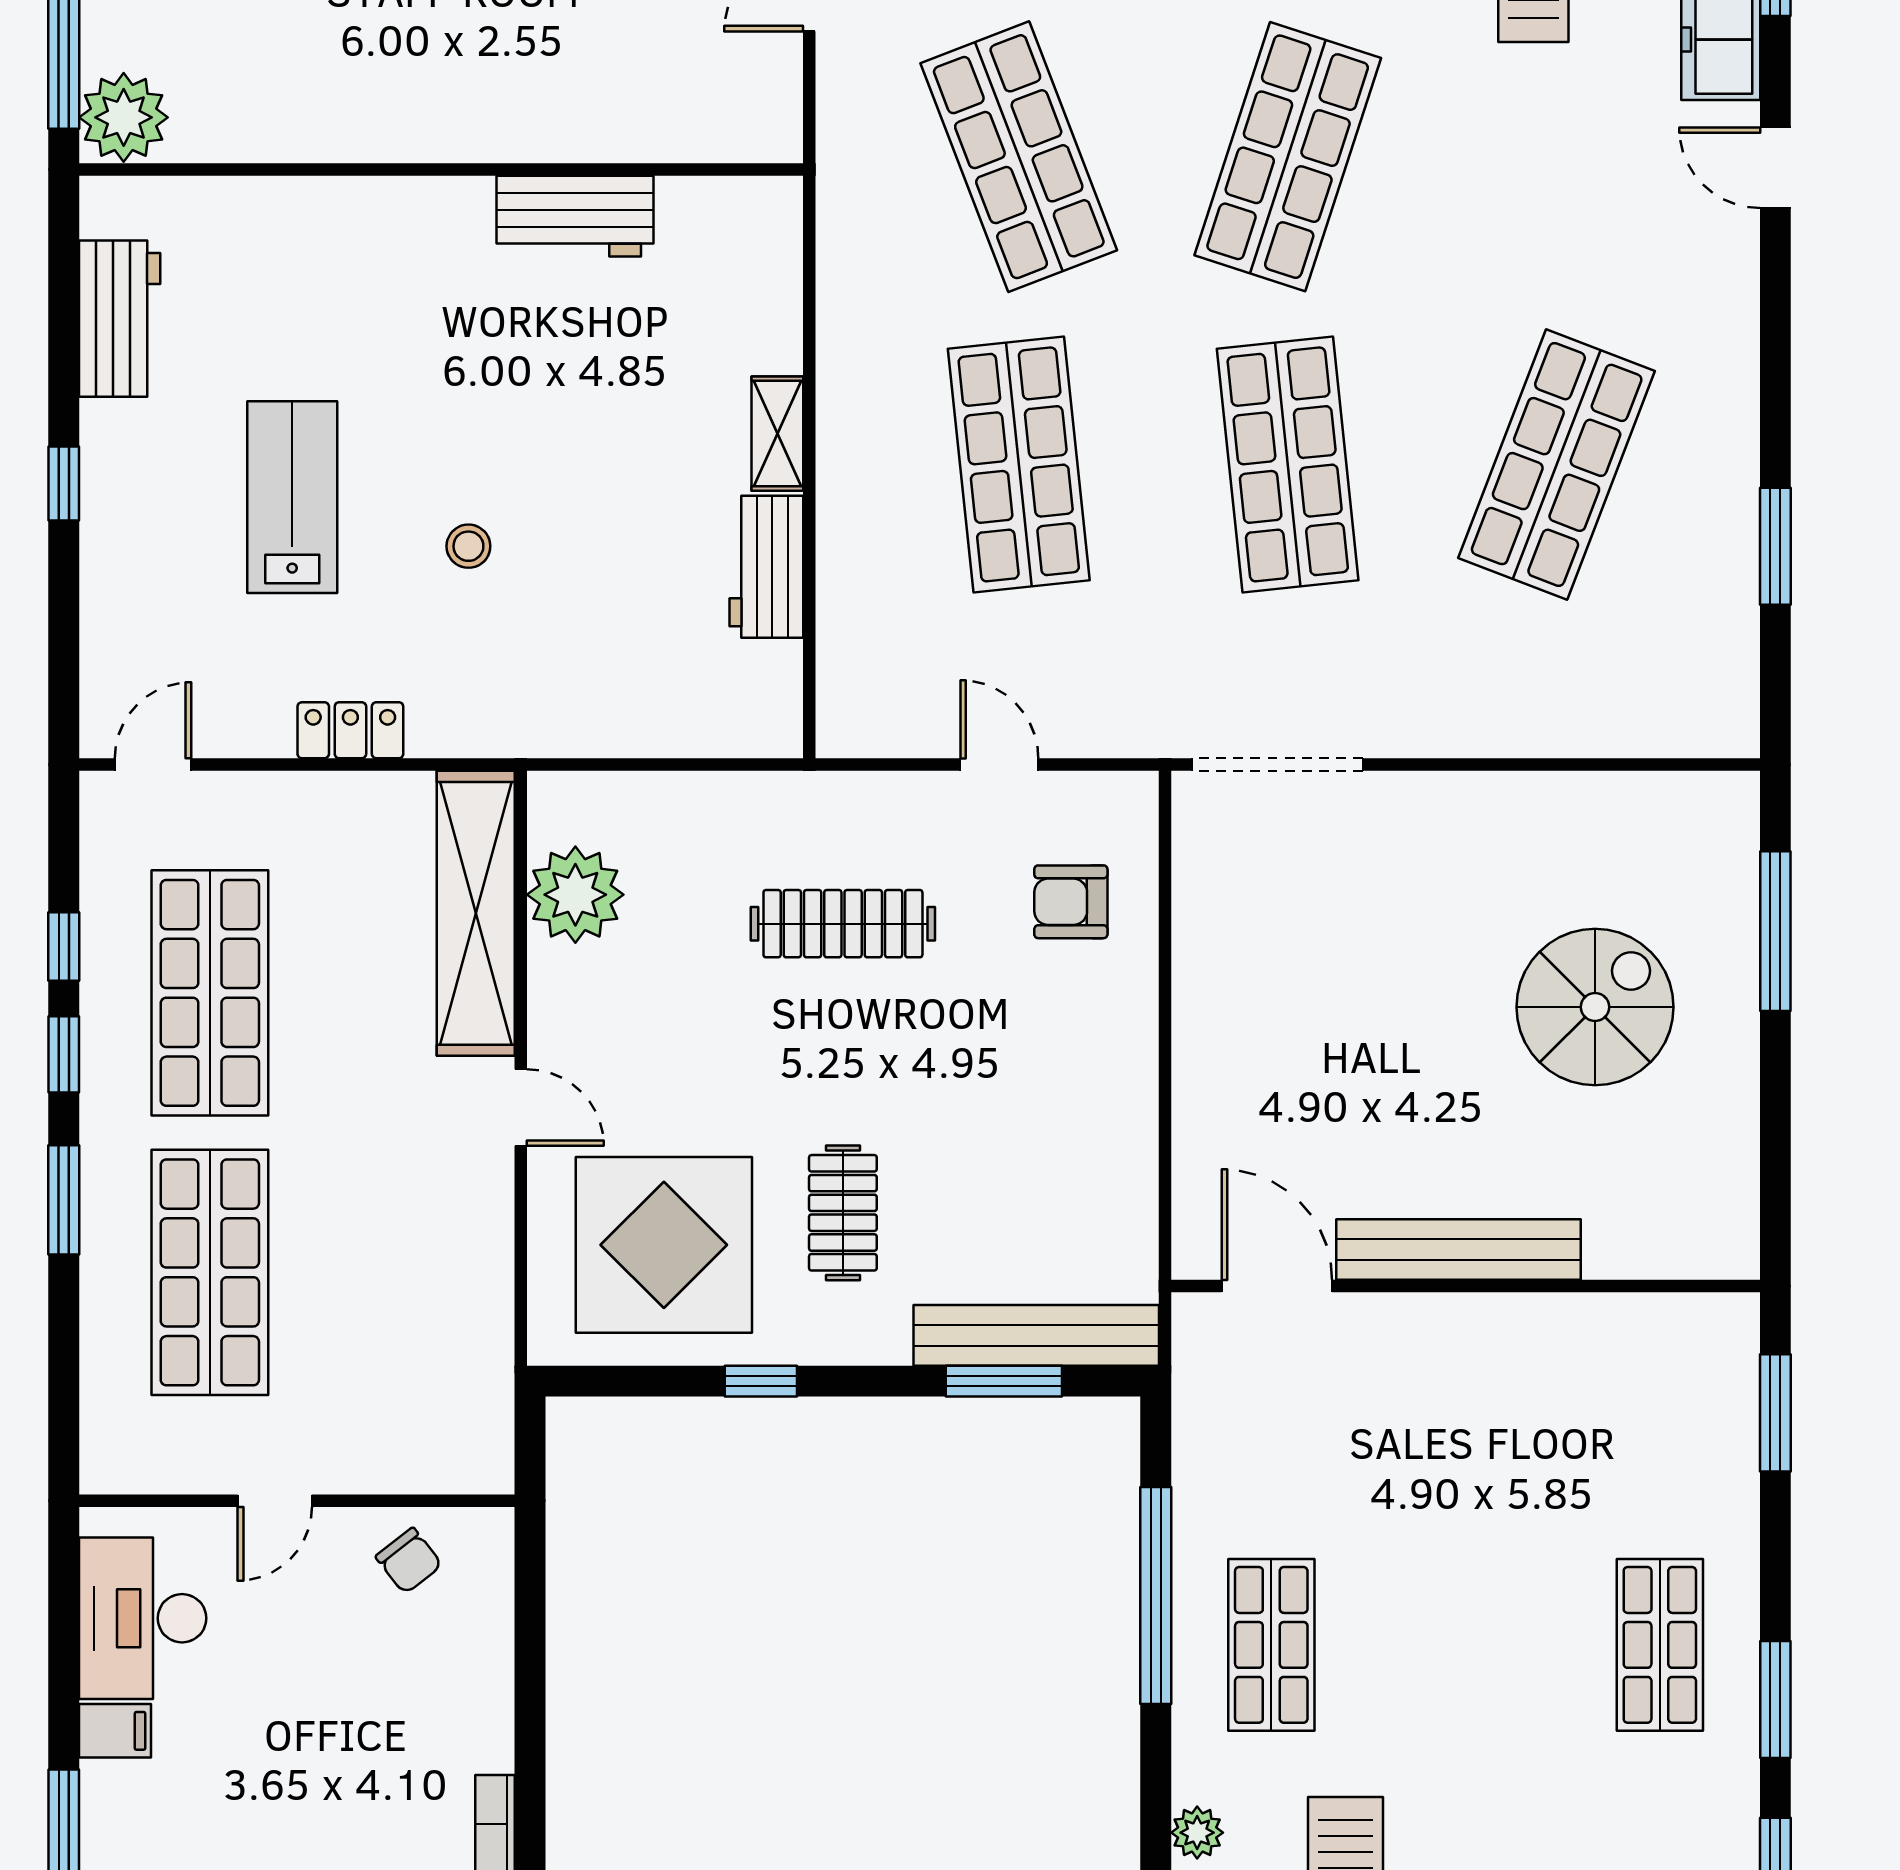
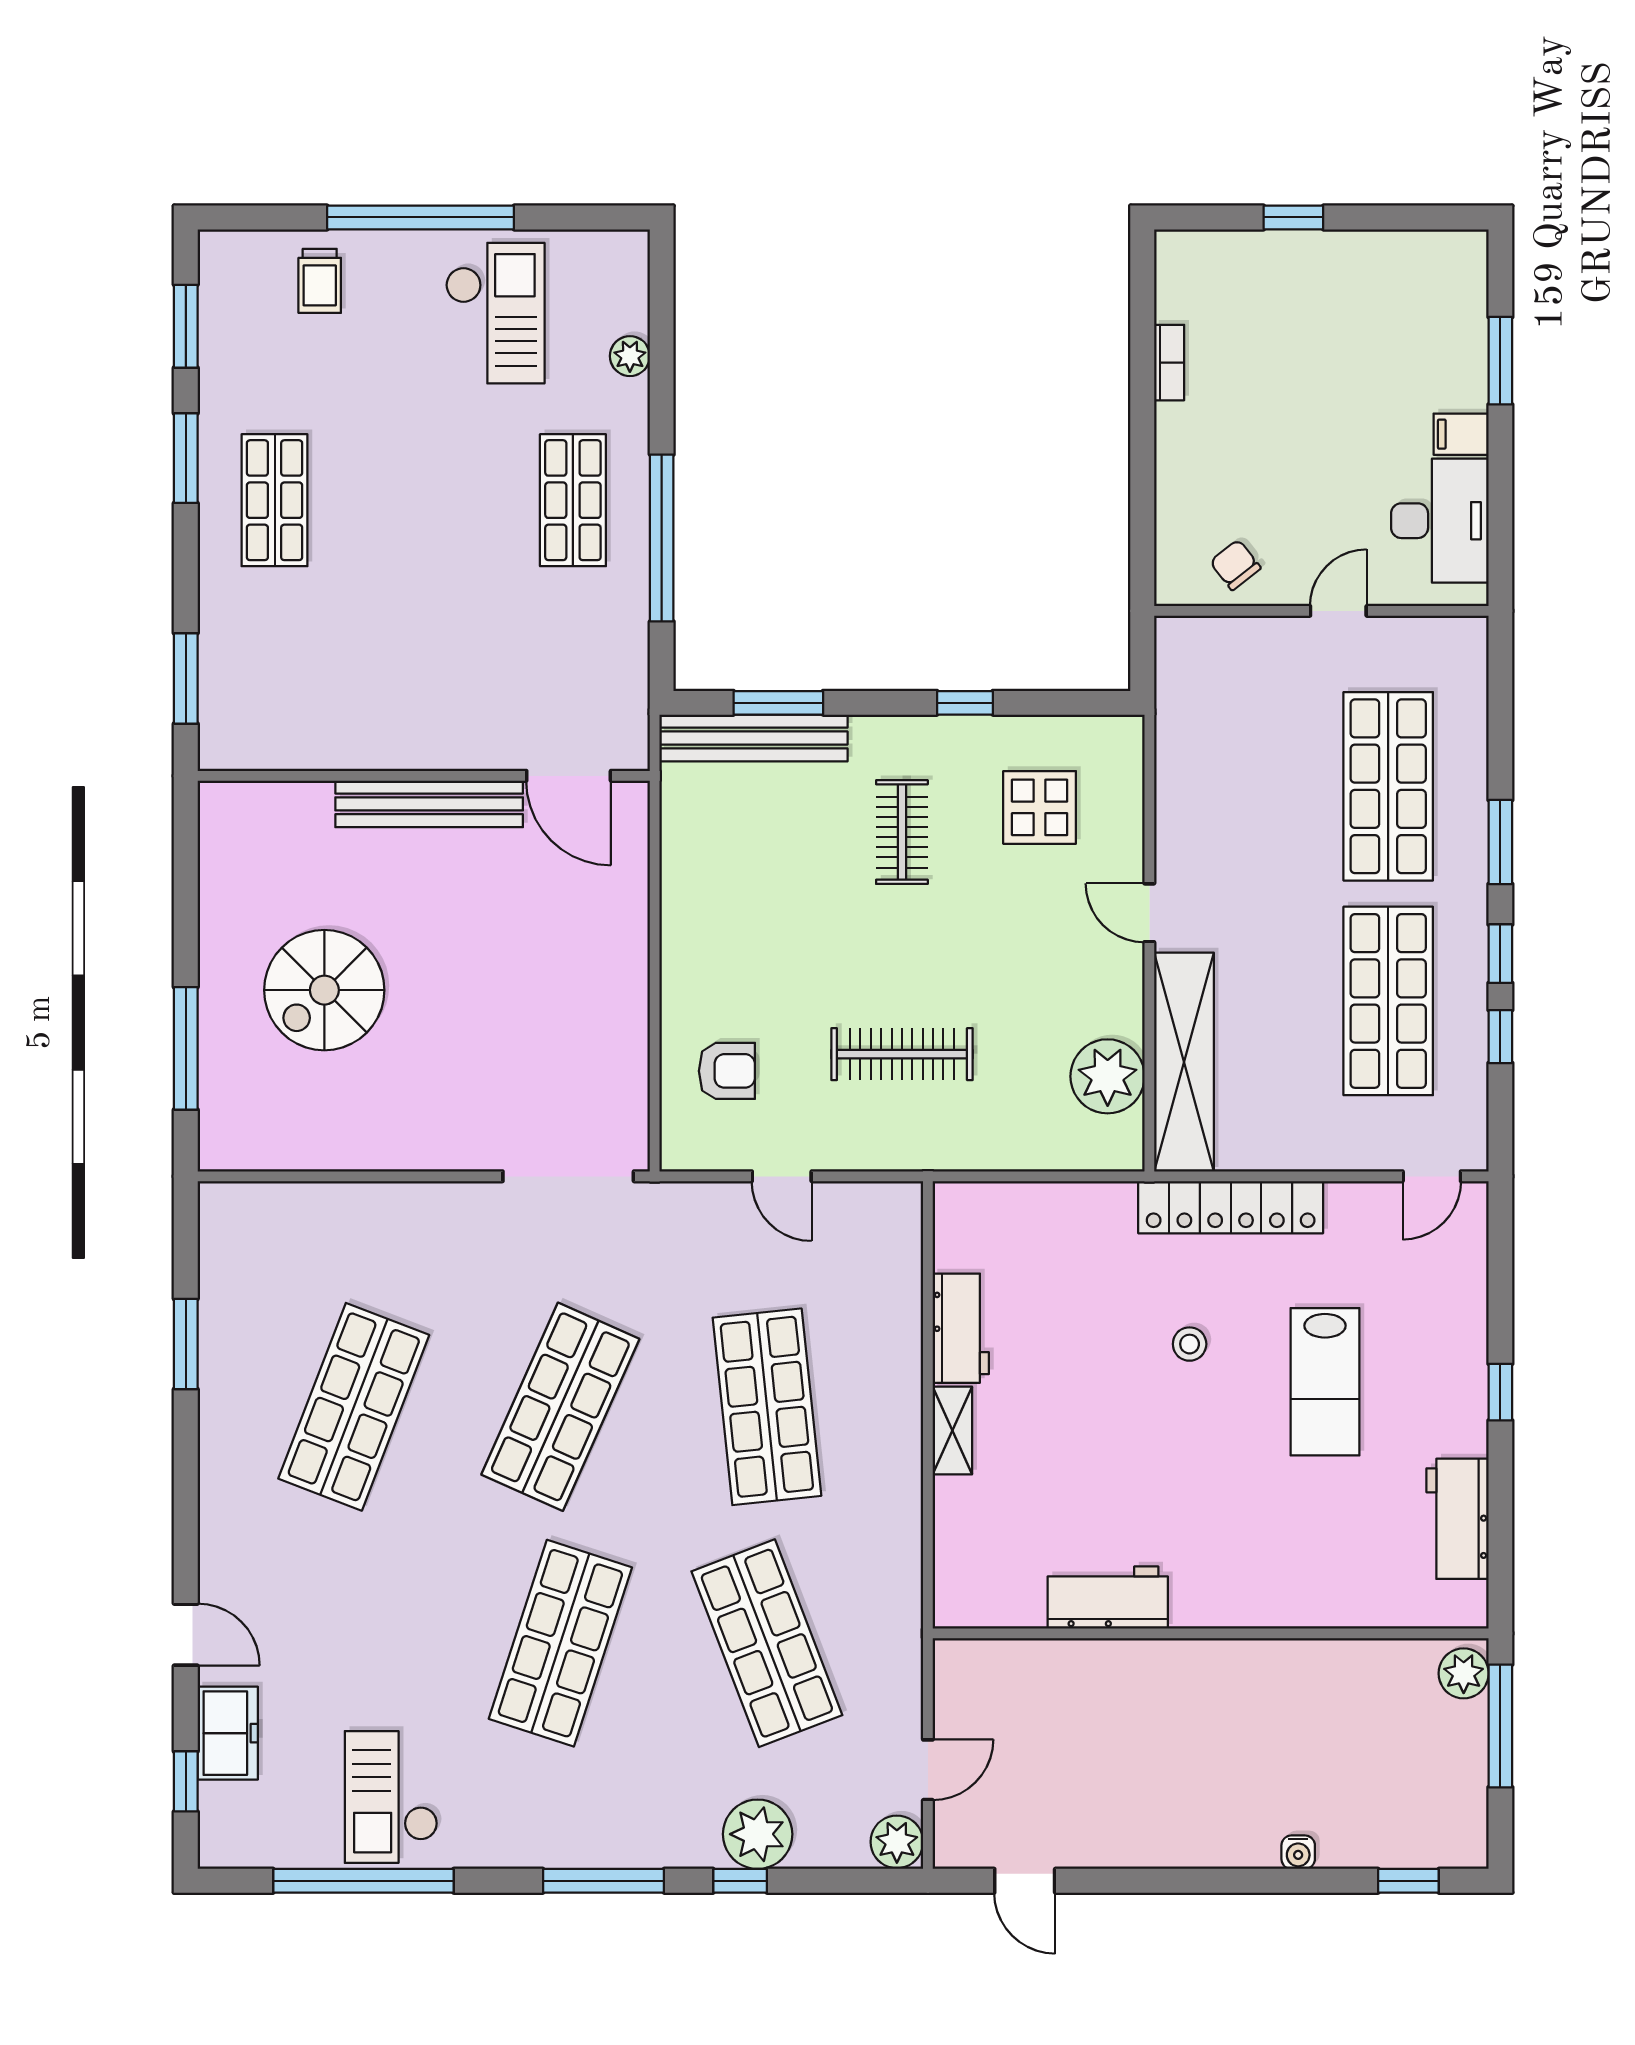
plant: (124, 117) -> (1464, 1673), width x0.73, depth x0.73
shop shelf: (1288, 464) -> (560, 1407), turned 30
locker: (350, 730) -> (1231, 1207), width x2.16, depth x1.21
display table: (664, 1245) -> (1040, 807), width x0.54, depth x0.54

